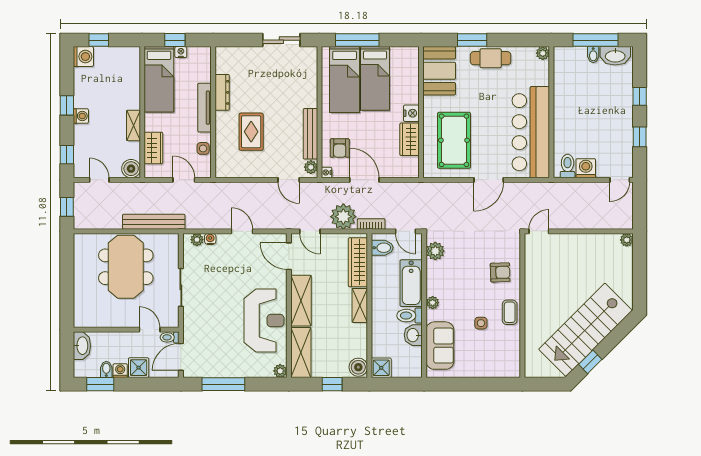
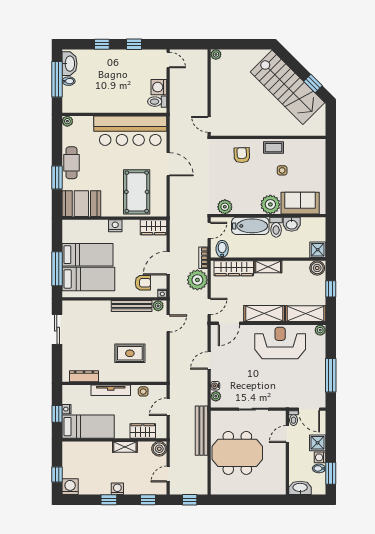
dresser: (222, 92) -> (84, 376), moved
wardrobe: (409, 139) -> (154, 227), moved
pool table: (454, 140) -> (137, 192), turned 90
plant: (433, 303) -> (270, 204), width x1.88, depth x1.88

